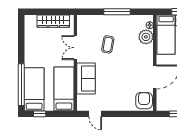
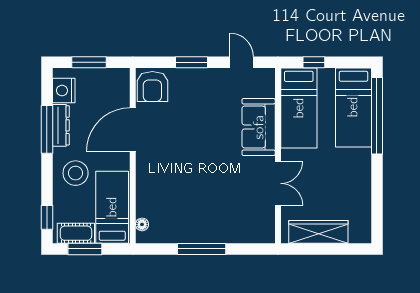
plant: (146, 37) -> (149, 203), removed
coffee table: (108, 44) -> (219, 189), removed
window: (40, 114) -> (314, 62), moved
window: (123, 114) -> (191, 62), added

